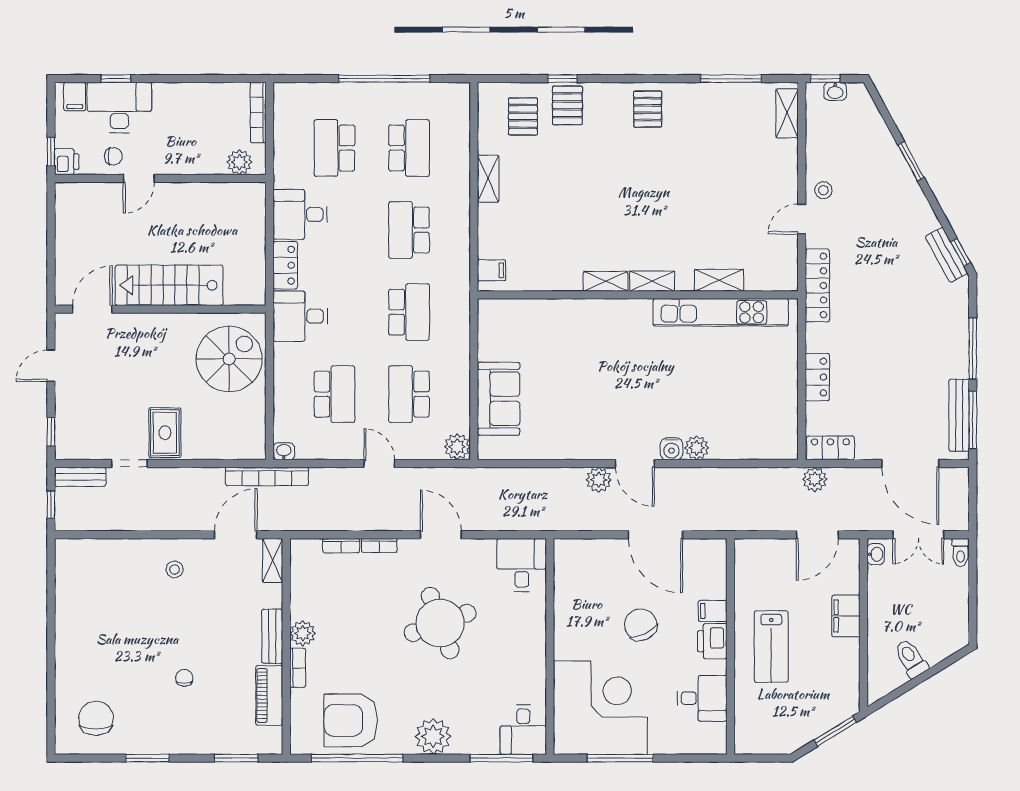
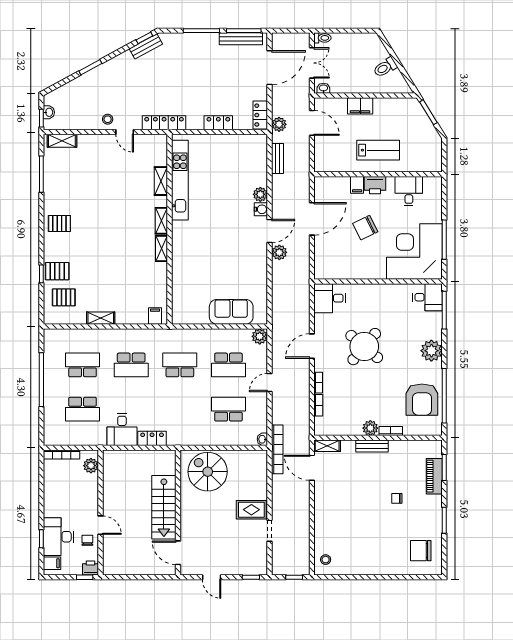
desk: (300, 316) -> (182, 429), removed
bench: (80, 477) -> (278, 158), moved
stool: (175, 569) -> (326, 560), moved
round table: (440, 623) -> (364, 347), turned -30
piano: (269, 695) -> (434, 476), moved, turned 90

